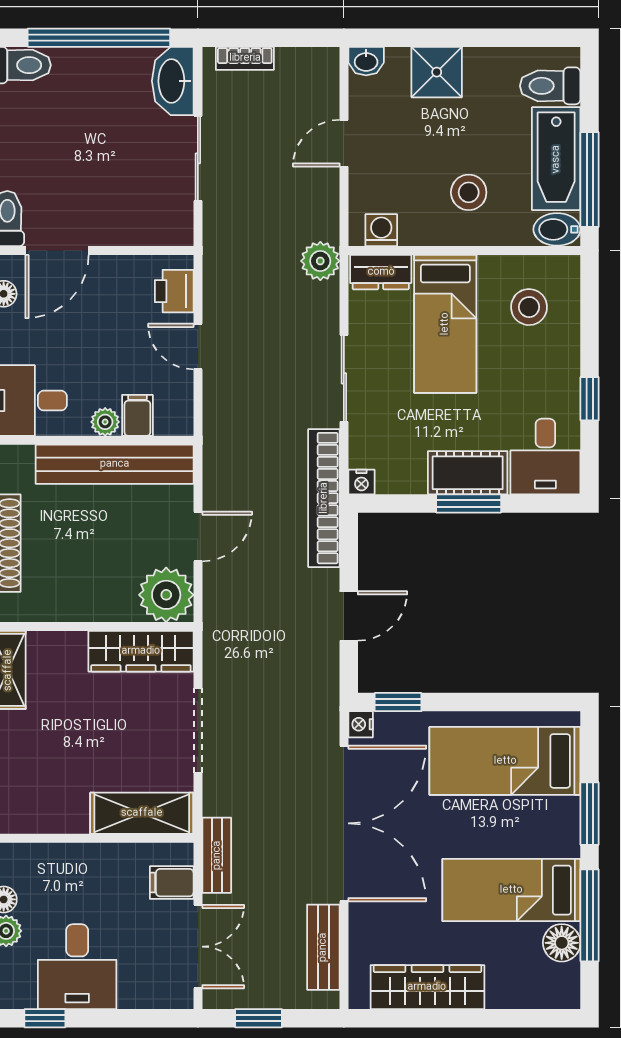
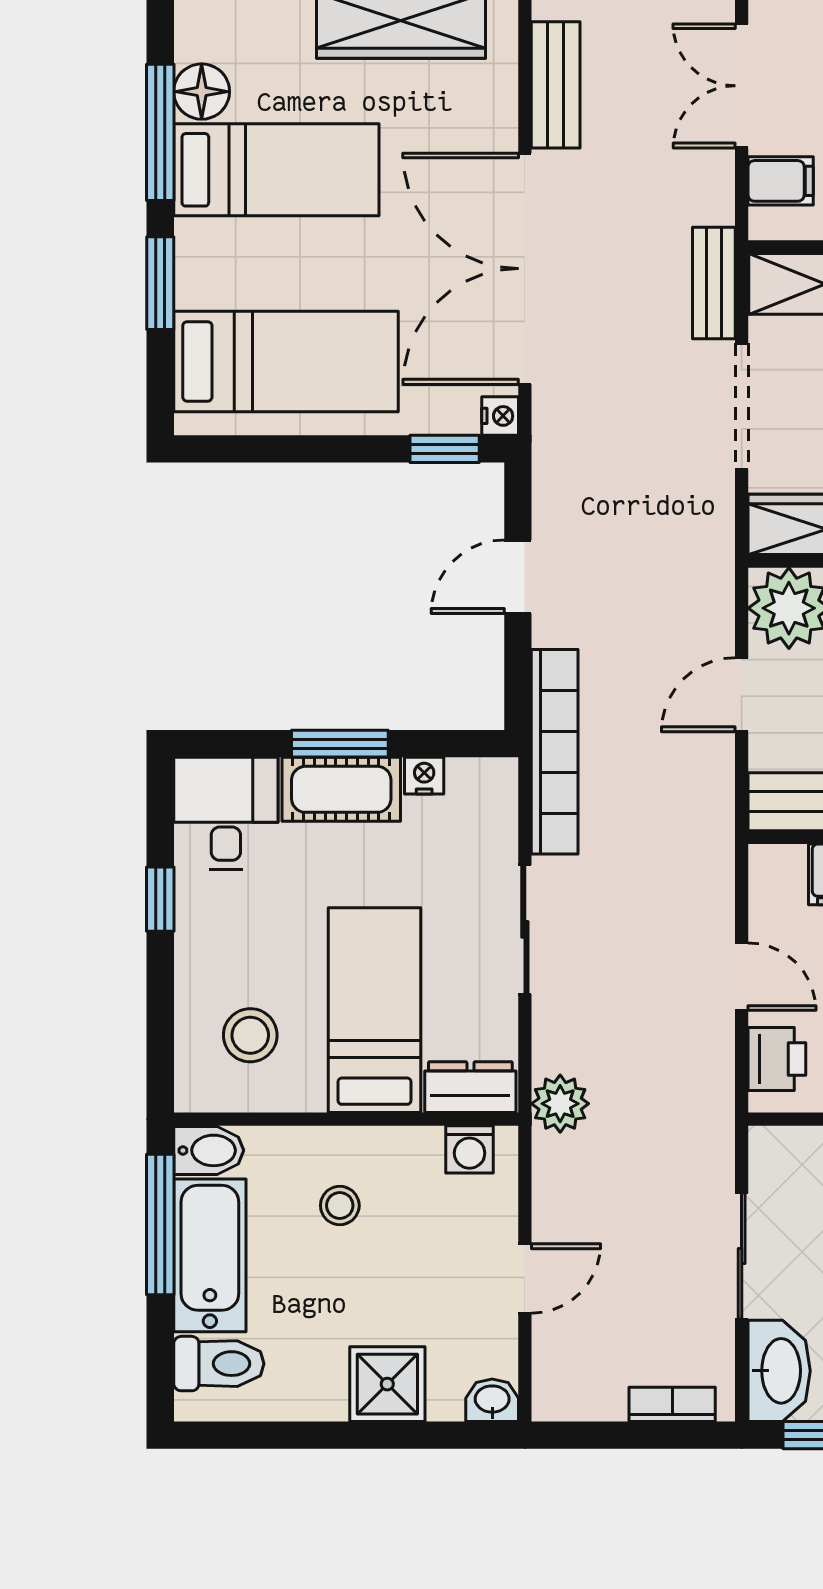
stool: (469, 192) -> (340, 1206), width x0.73, depth x0.73
nightstand: (361, 482) -> (424, 776), moved
bench: (217, 855) -> (714, 283), moved

